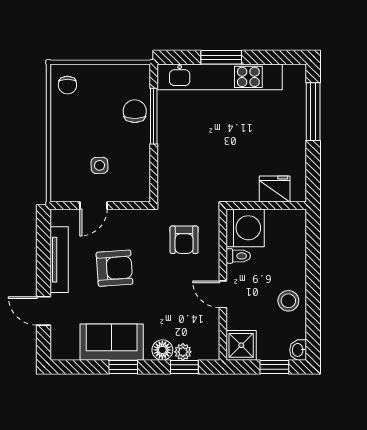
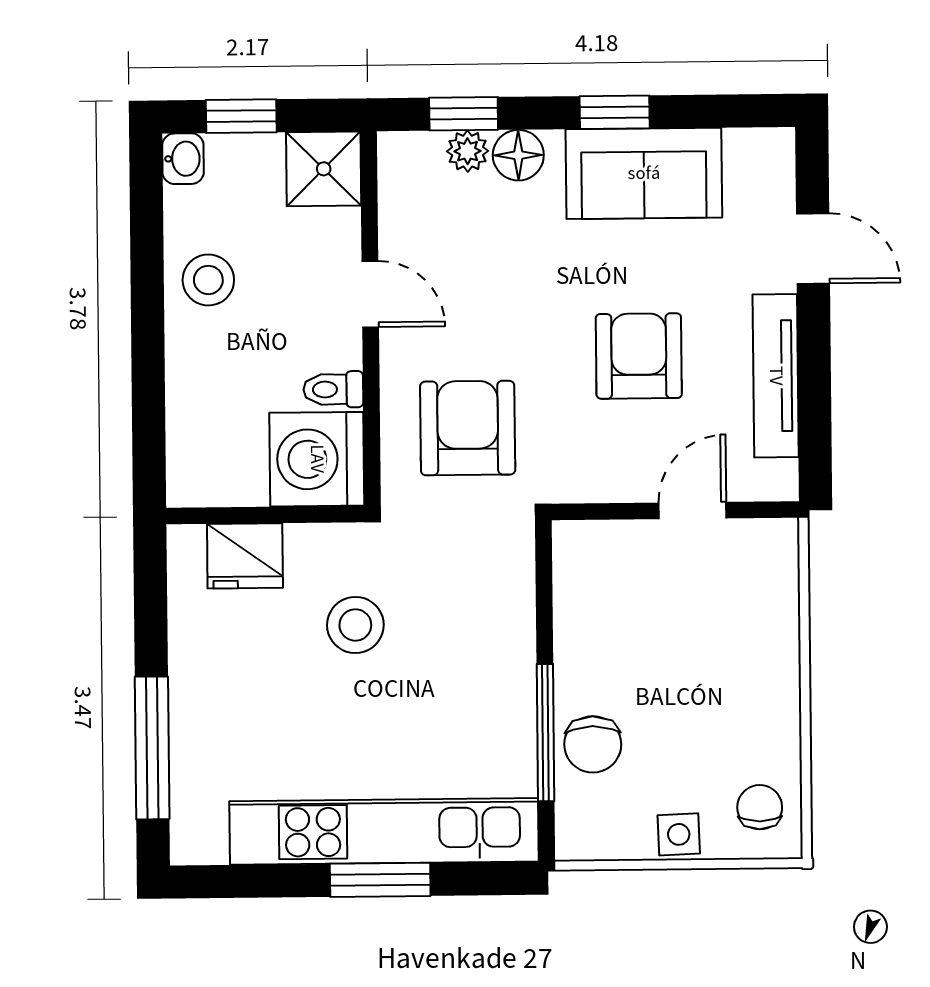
stool: (230, 161) -> (355, 625), added
side table: (99, 165) -> (679, 834), moved
armchair: (184, 240) -> (468, 428), width x1.38, depth x1.38
armchair: (114, 268) -> (639, 356), turned 94

